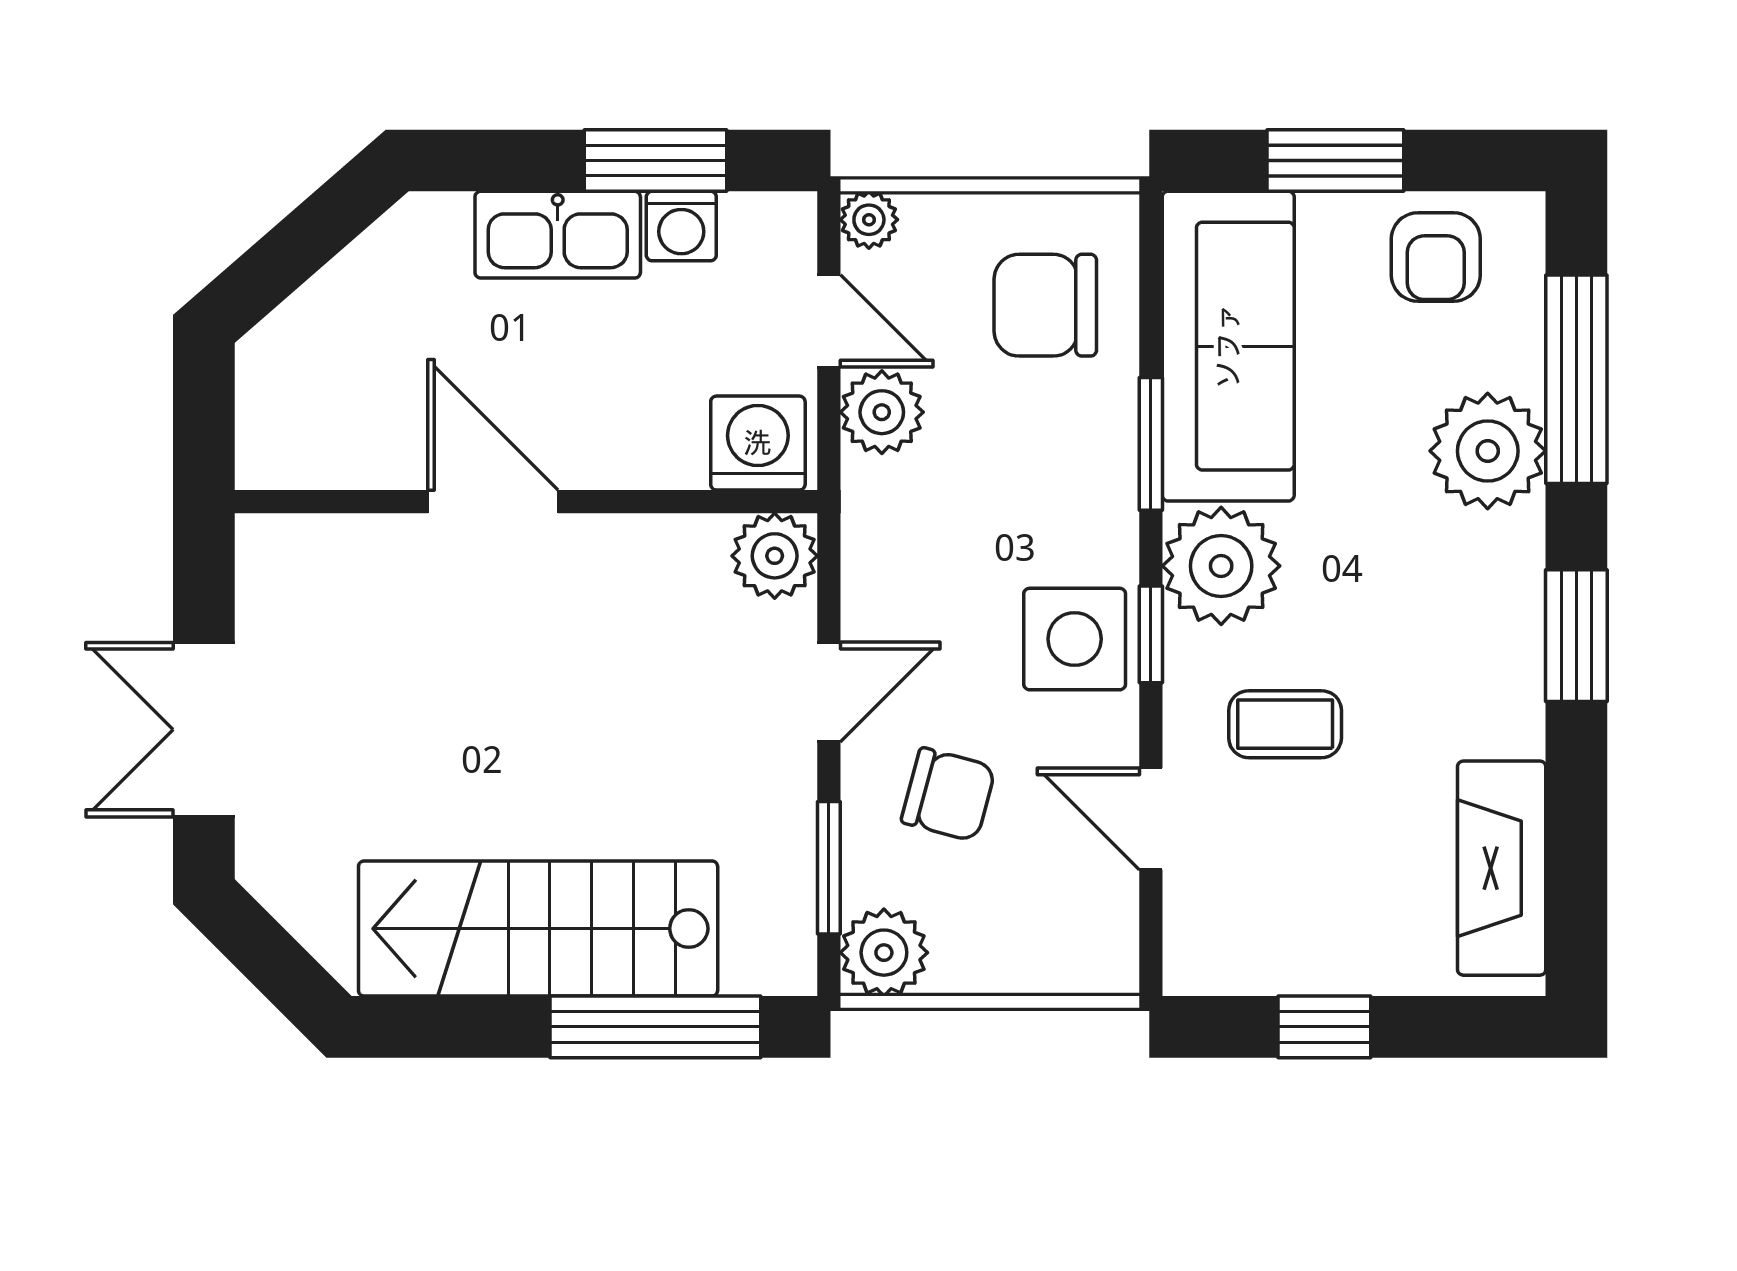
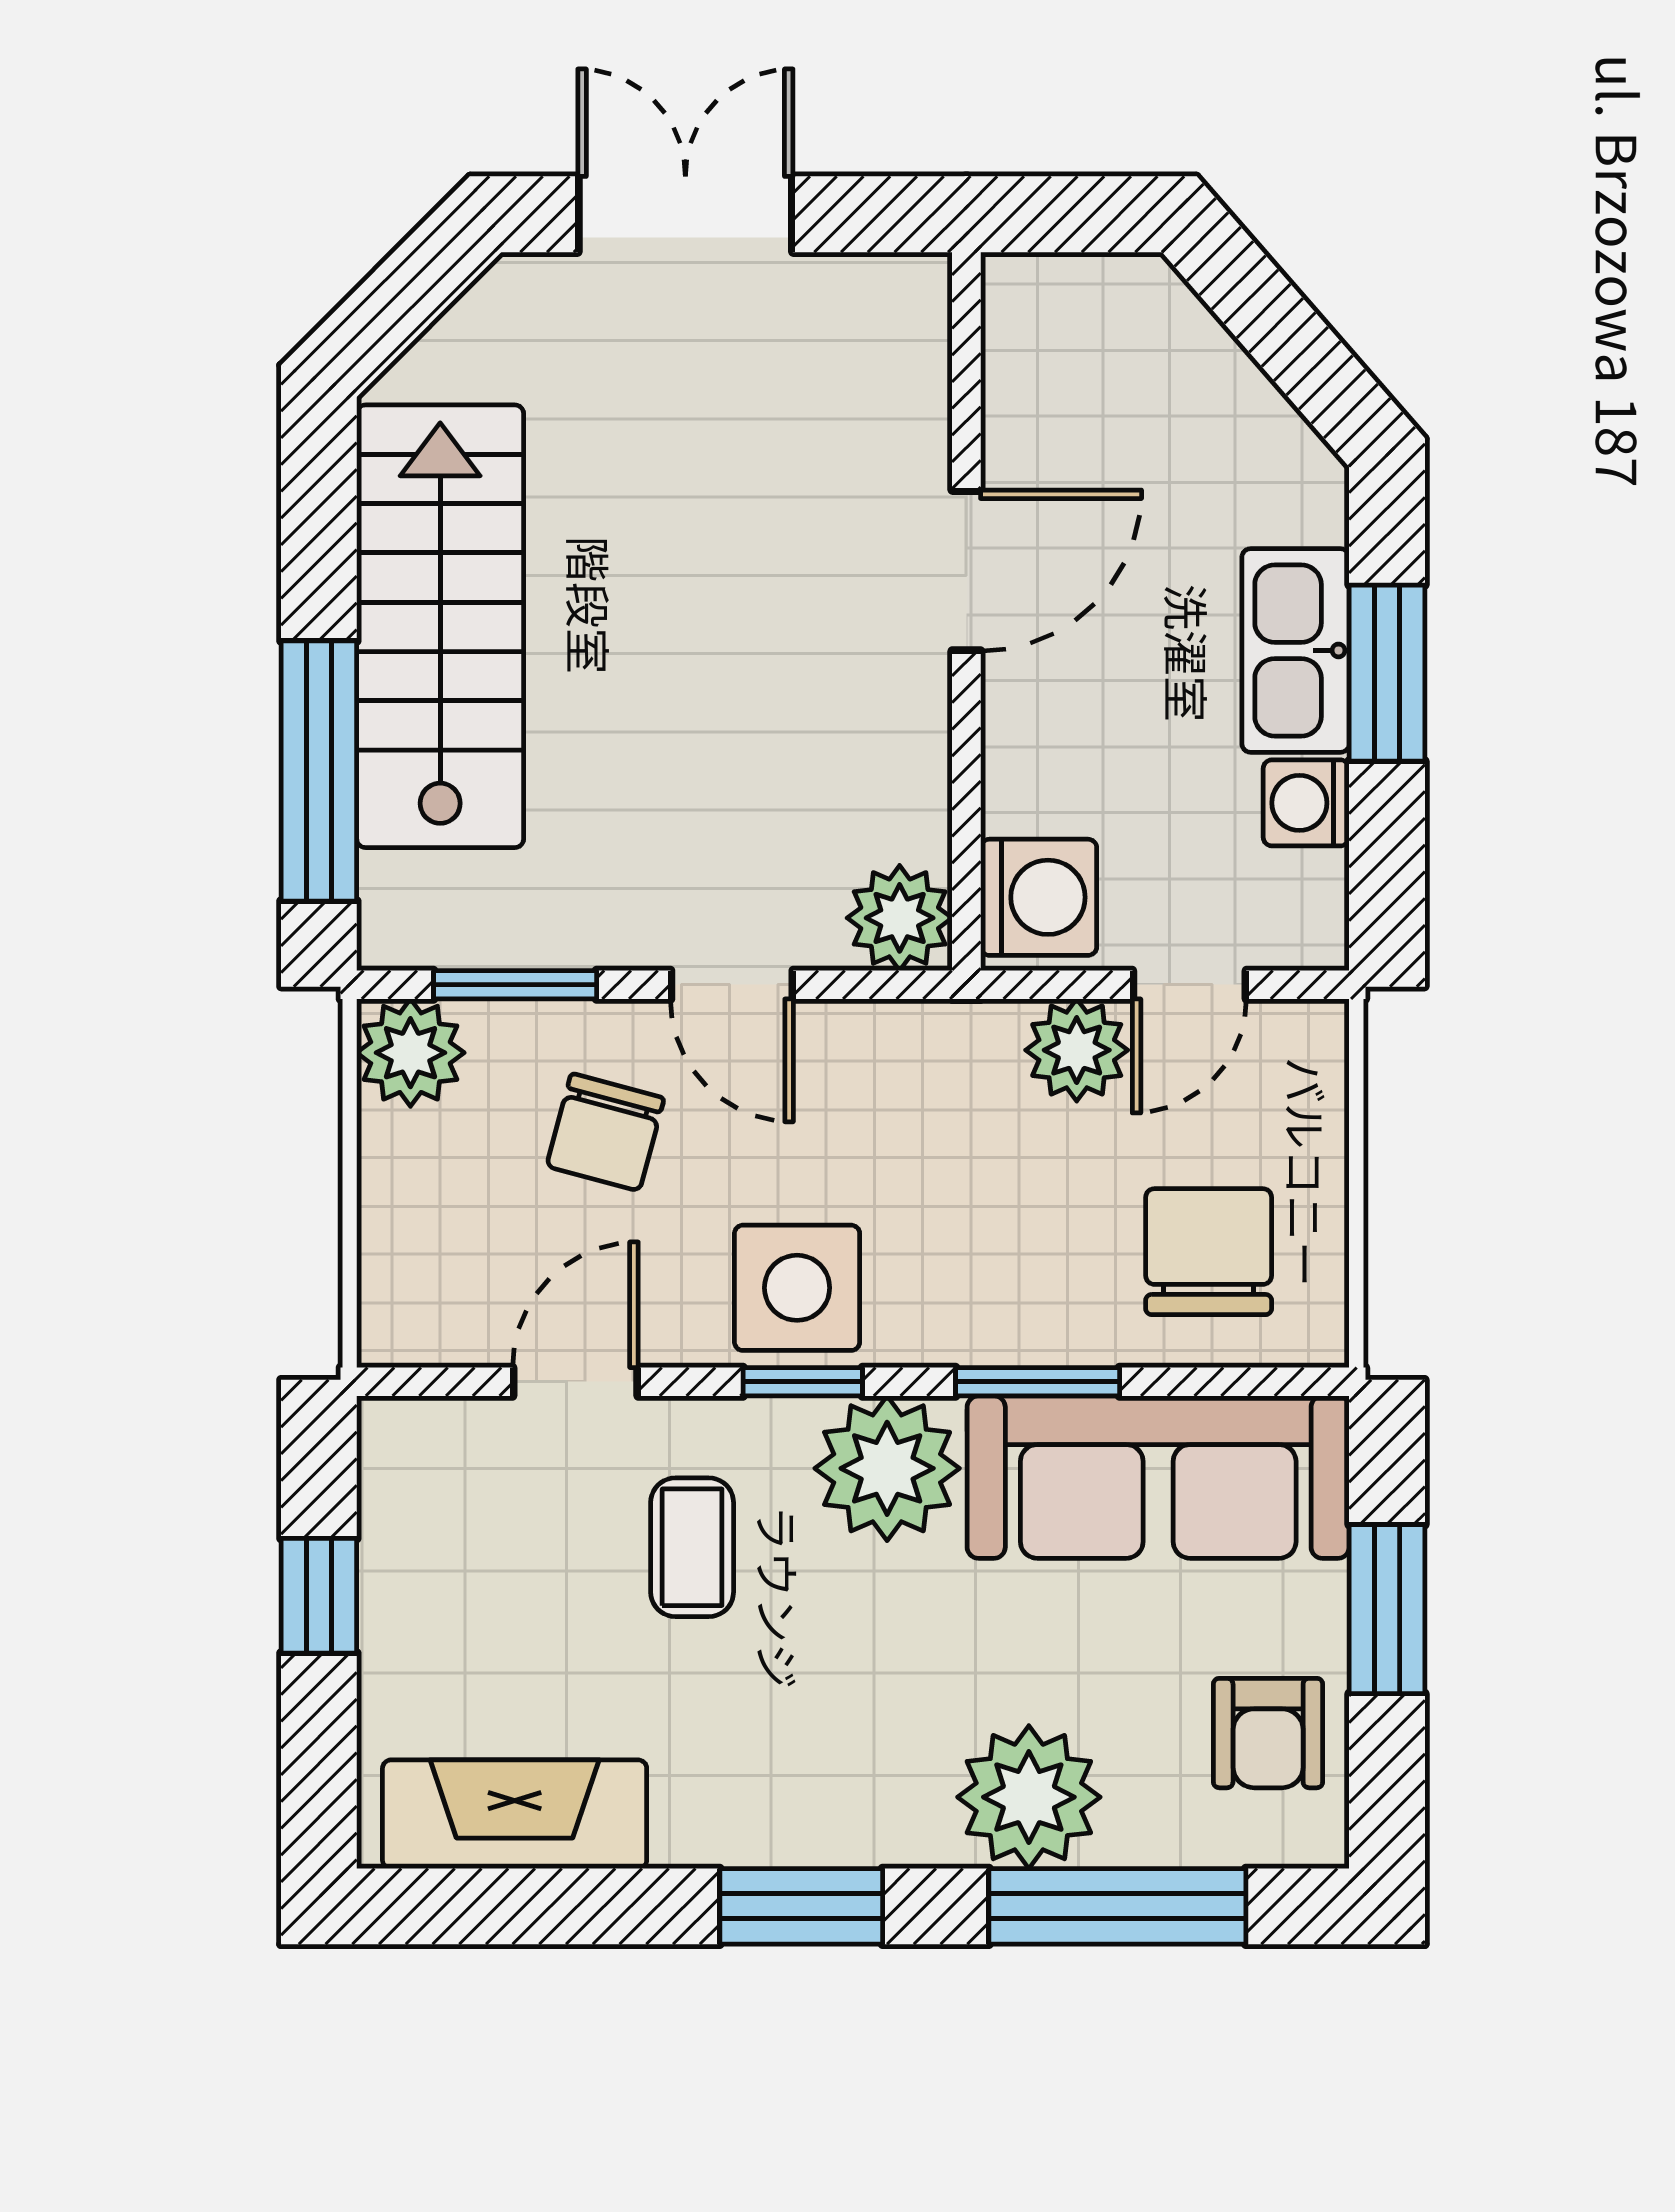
window: (656, 160) -> (1387, 673), moved
plant: (869, 220) -> (1314, 1034), removed
armchair: (1436, 257) -> (1268, 1733), turned -90

